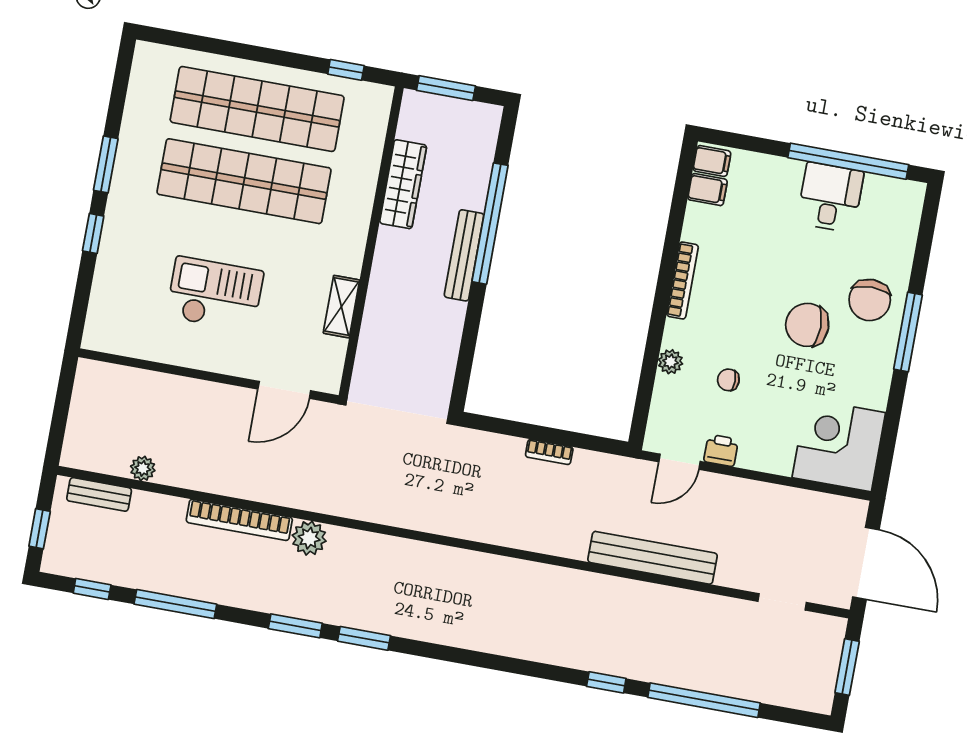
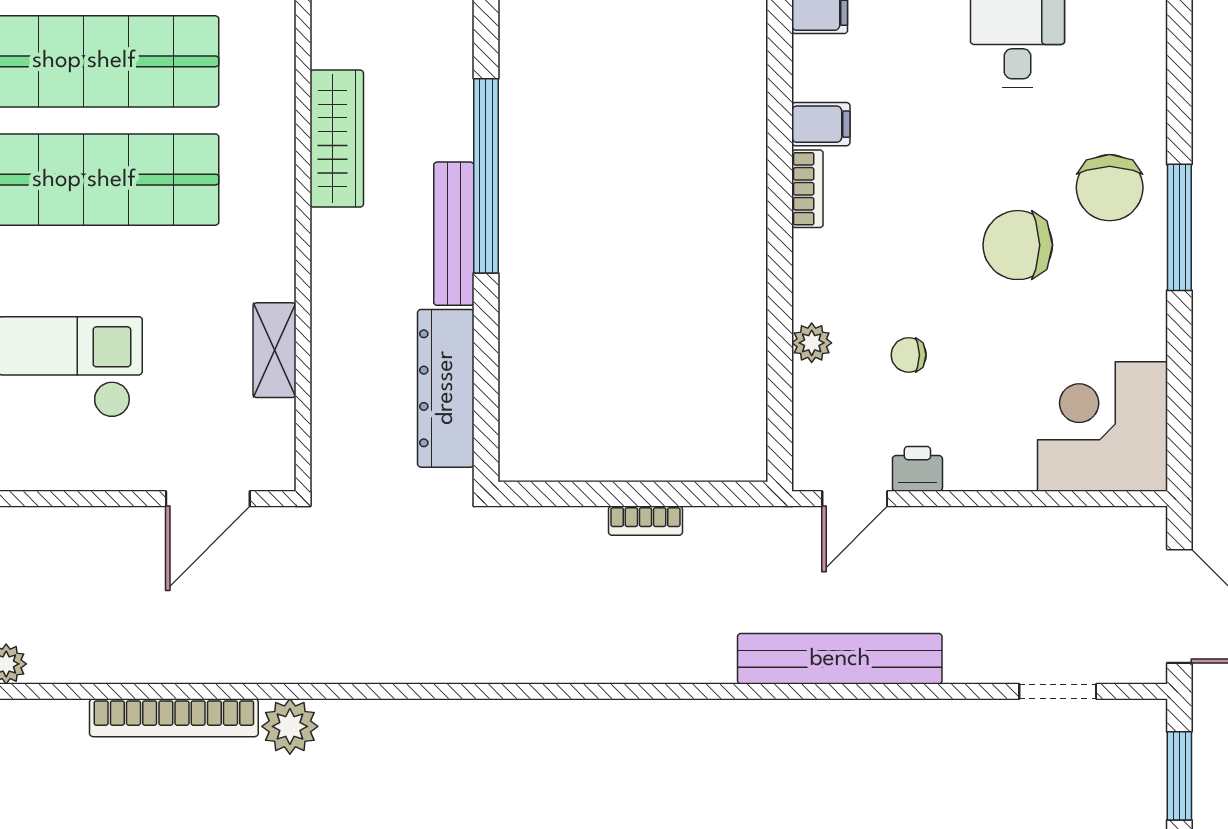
filing cabinet: (708, 190) -> (821, 124), moved
bookcase: (683, 281) -> (807, 189), width x0.64
dresser: (442, 349) -> (446, 388), added

